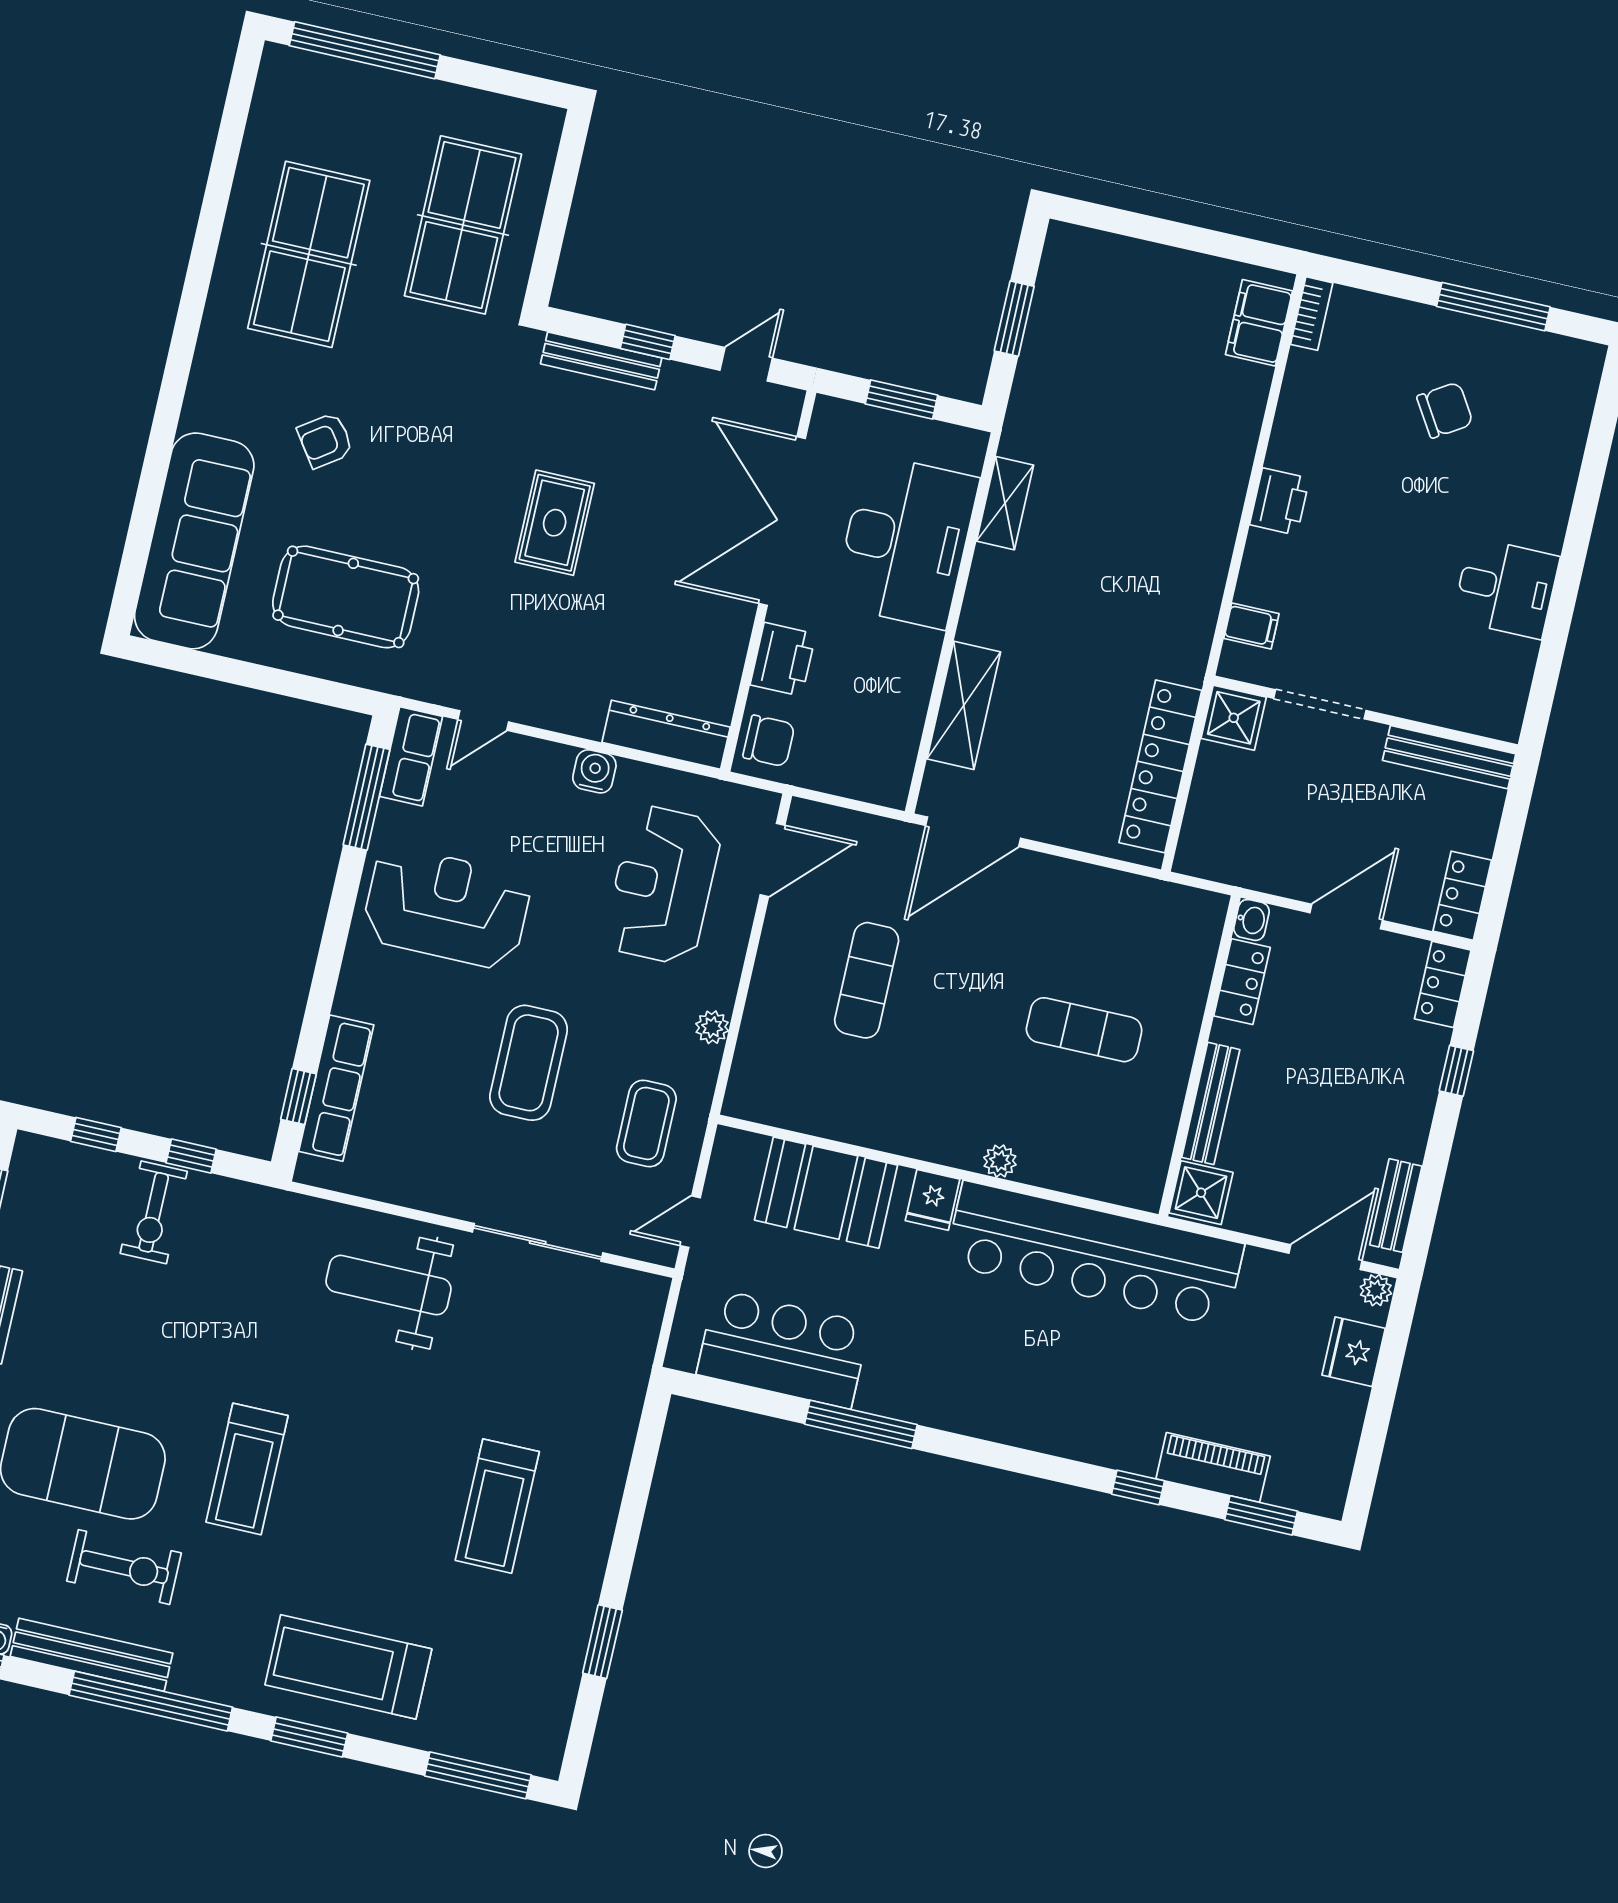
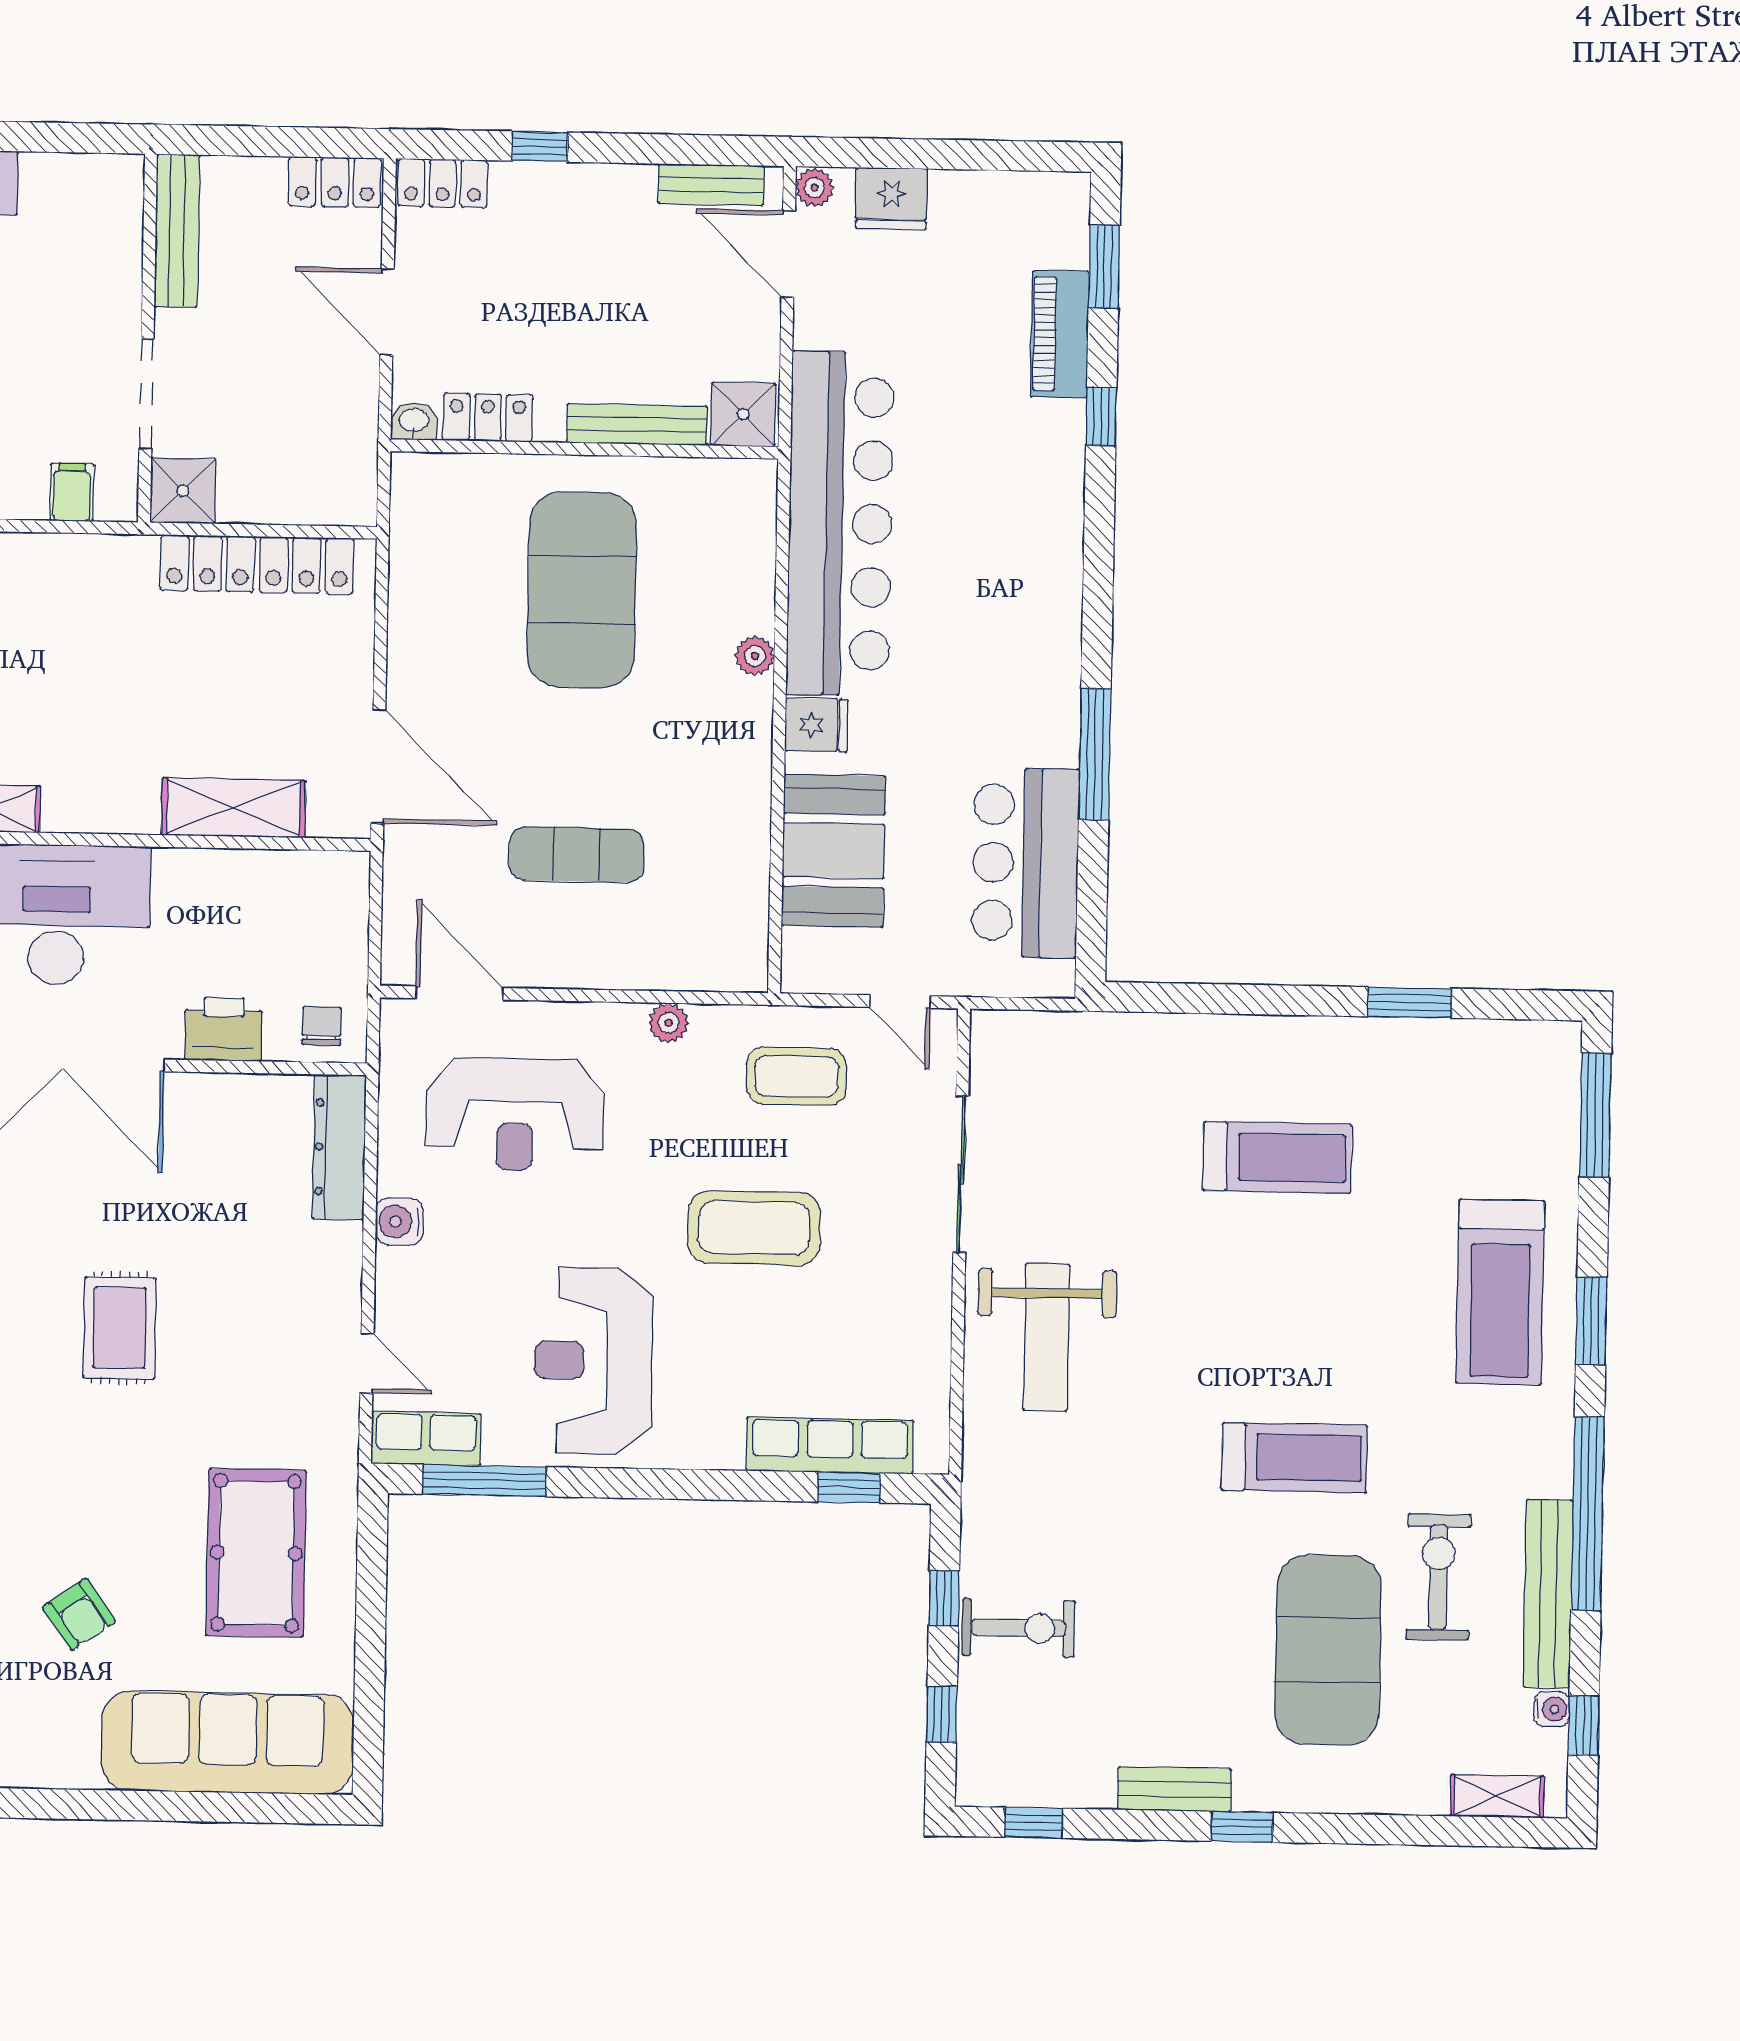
rug: (555, 523) -> (120, 1328), turned 90
chair: (769, 741) -> (322, 1026), width x0.73, depth x0.73
exercise mat: (1084, 1030) -> (582, 590), width x2.00, depth x1.45

